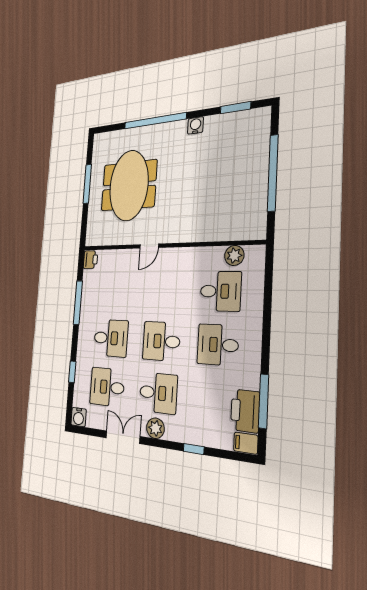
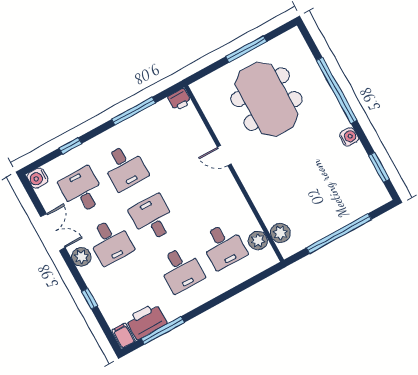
meeting table: (129, 185) -> (267, 99), turned 90
plant: (240, 230) -> (280, 233), added
desk: (218, 345) -> (181, 269), turned 180

